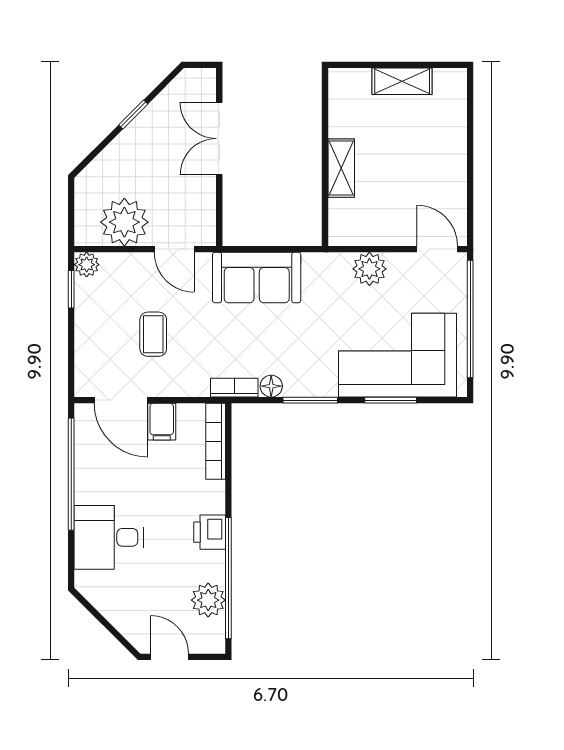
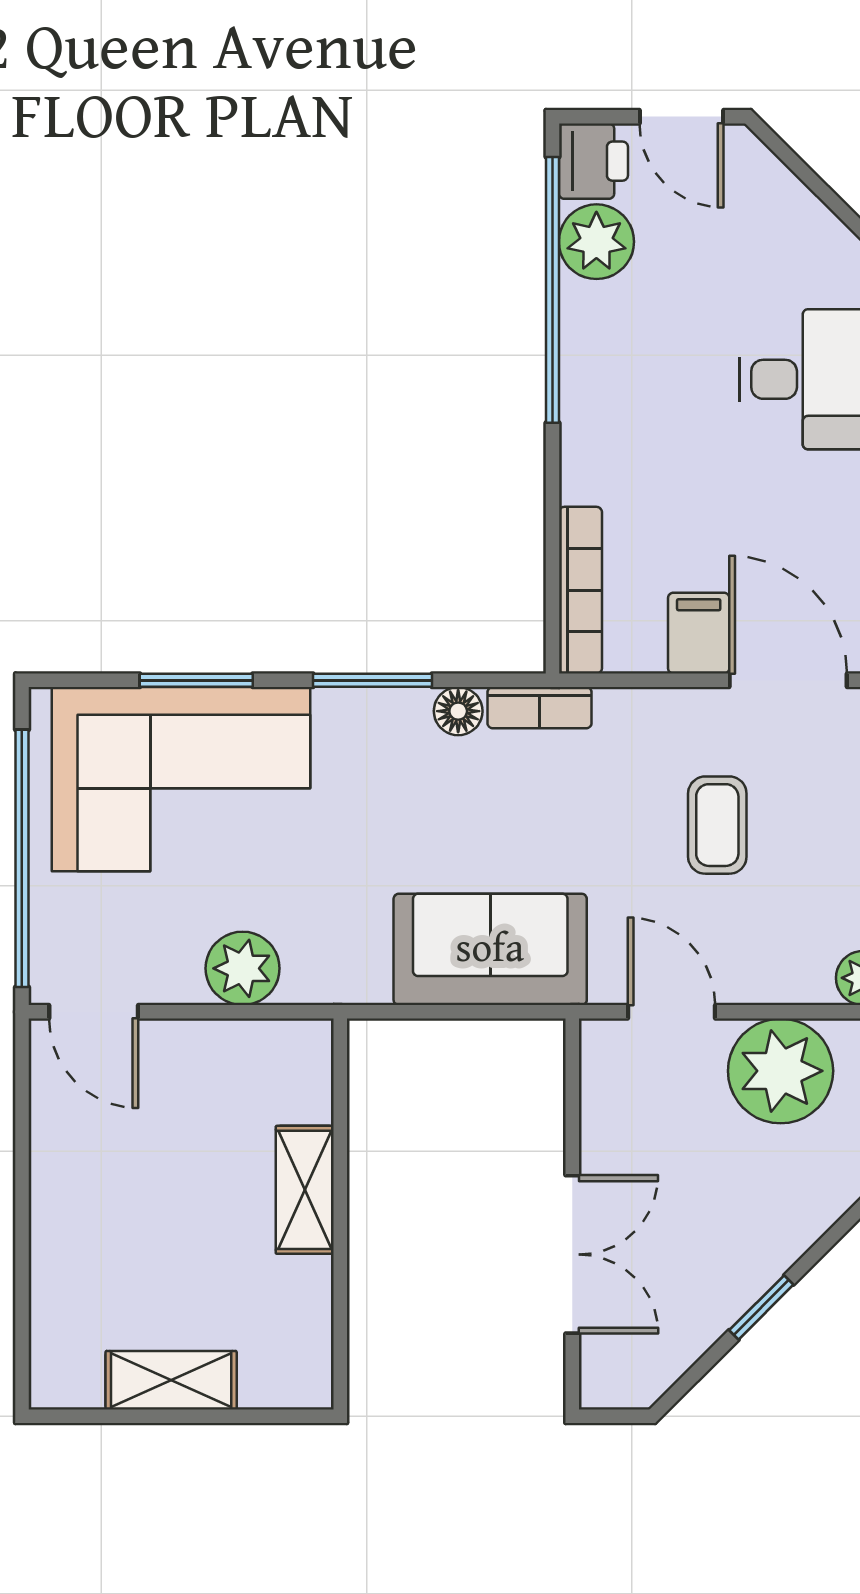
printer: (210, 532) -> (593, 161), moved

